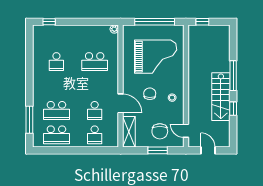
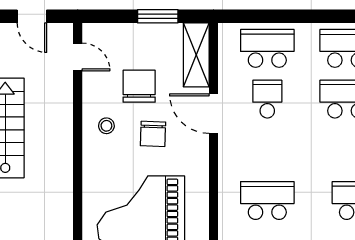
chair: (160, 131) -> (139, 86), moved
school desk: (95, 135) -> (267, 48), width x1.85
window: (158, 150) -> (158, 16), moved

